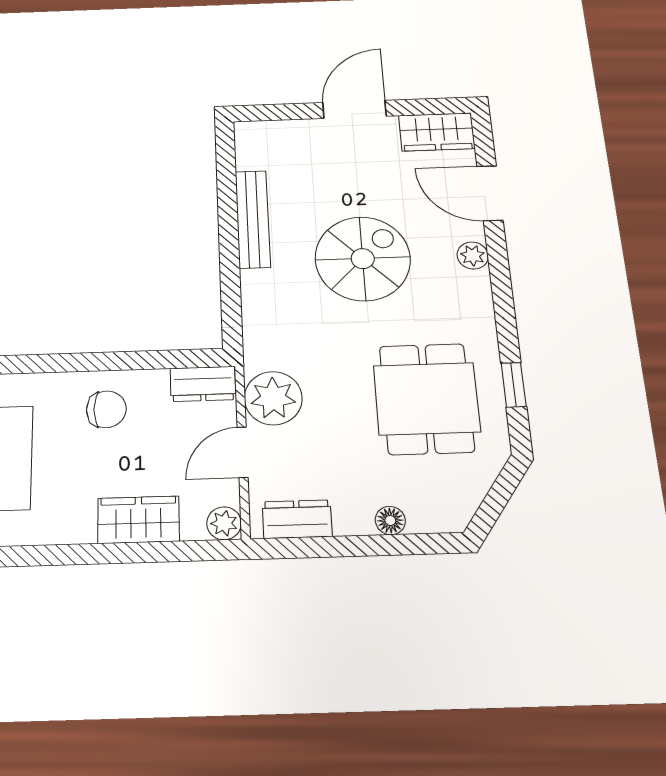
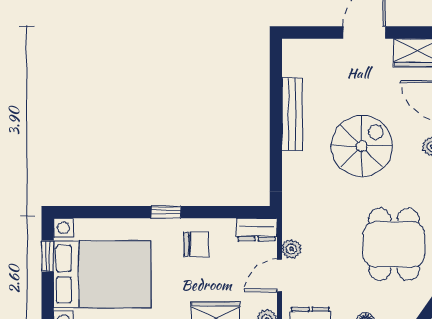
window: (58, 363) -> (166, 212), added
plant: (273, 398) -> (291, 249), width x0.53, depth x0.53

